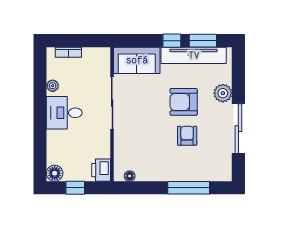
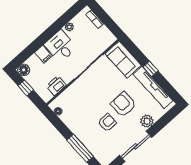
window: (203, 41) -> (165, 85), removed
filing cabinet: (57, 138) -> (43, 54), added
printer: (101, 170) -> (56, 86), moved

